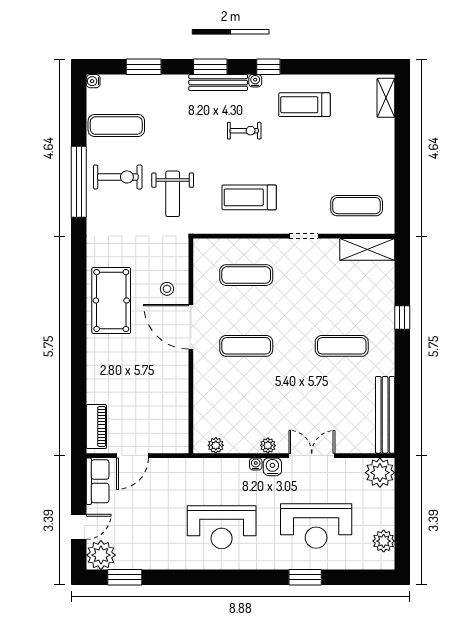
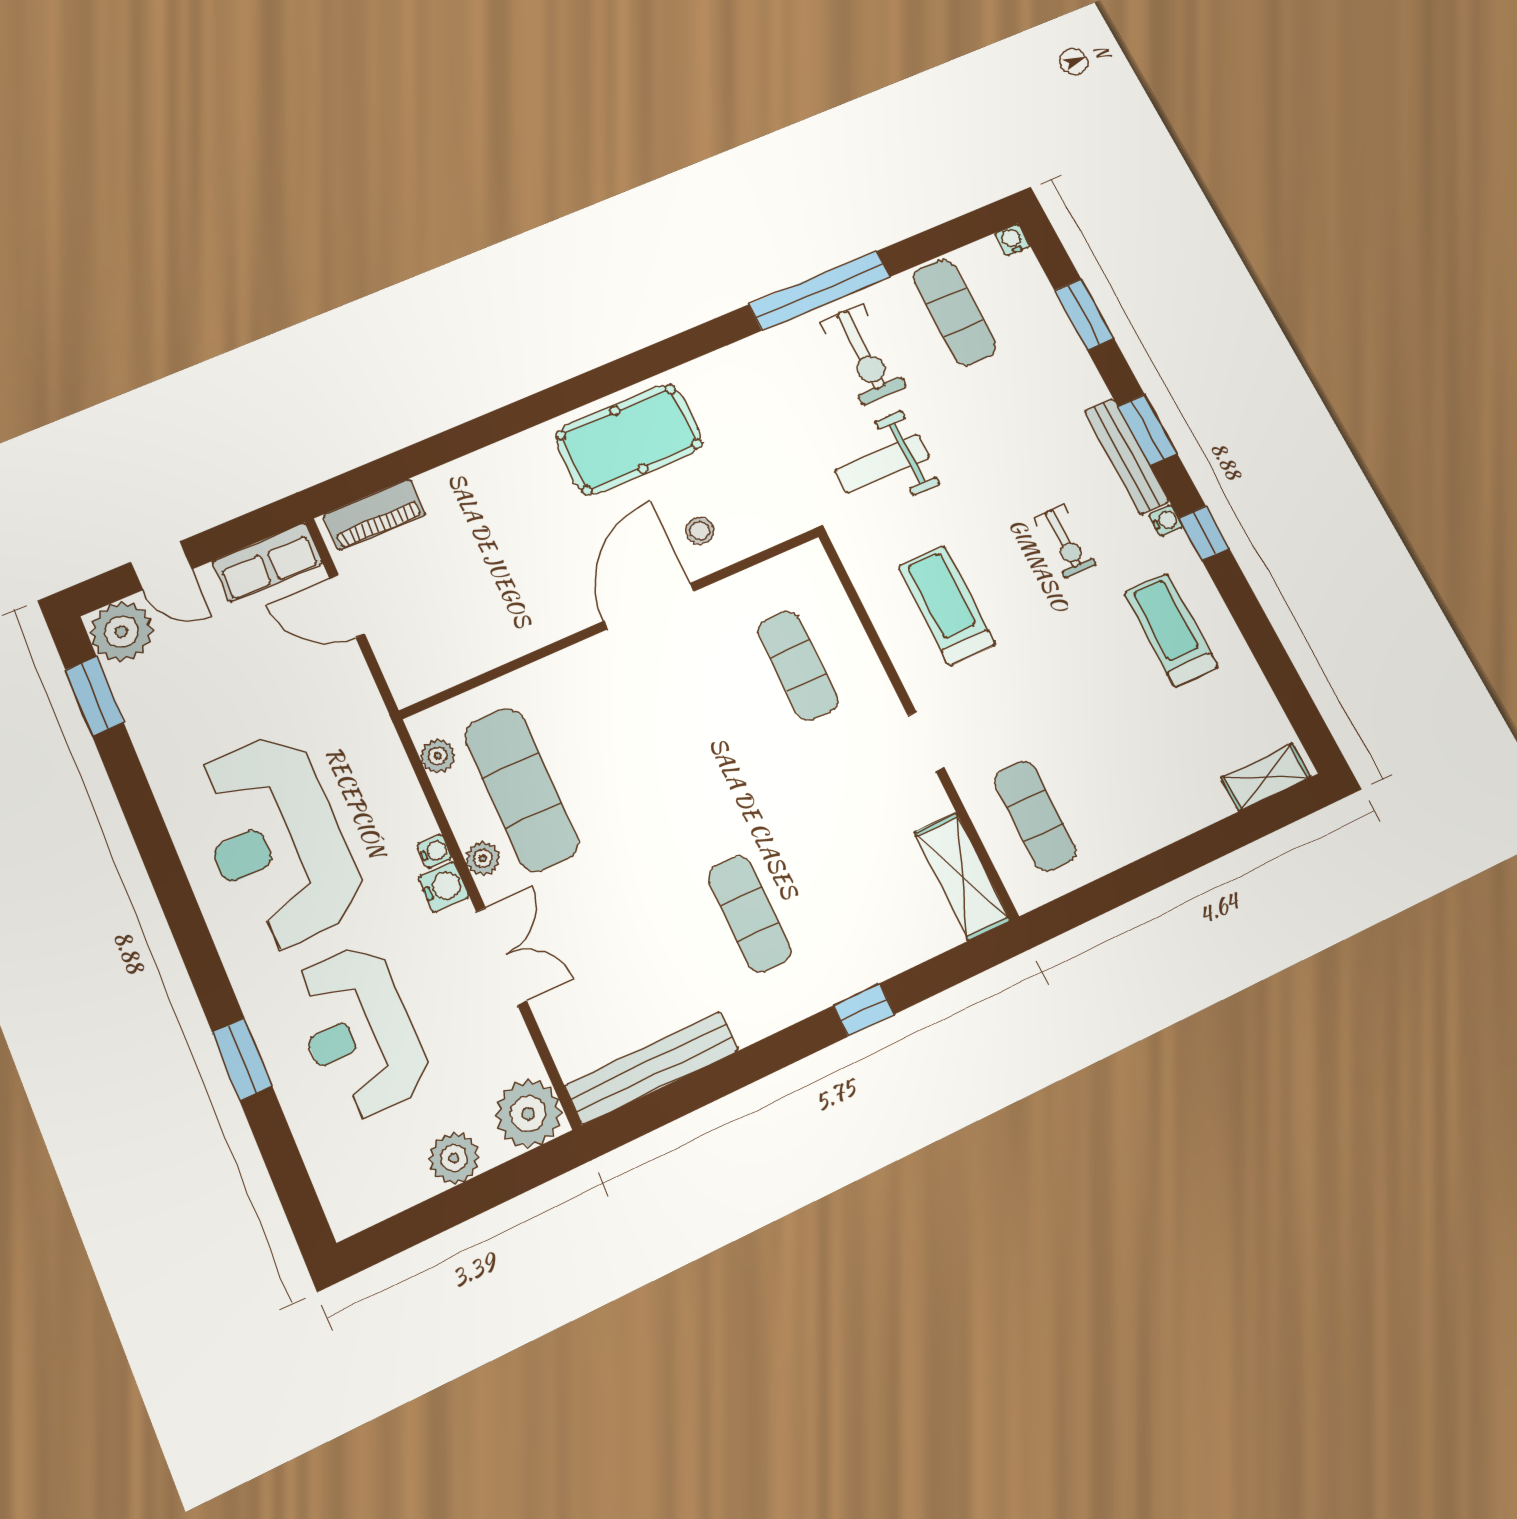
exercise mat: (246, 346) -> (522, 789), moved, width x1.36, depth x1.45
reception desk: (222, 527) -> (276, 841), width x1.36, depth x1.30
plant: (384, 541) -> (454, 1158), moved

